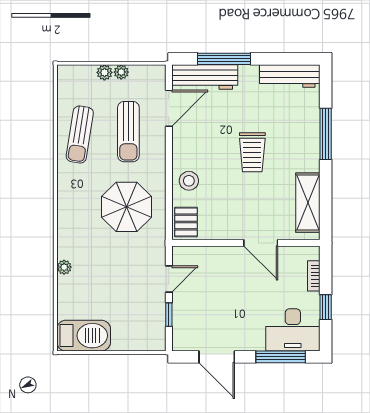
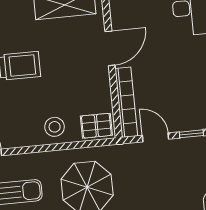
bookcase: (206, 254) -> (126, 102), added

